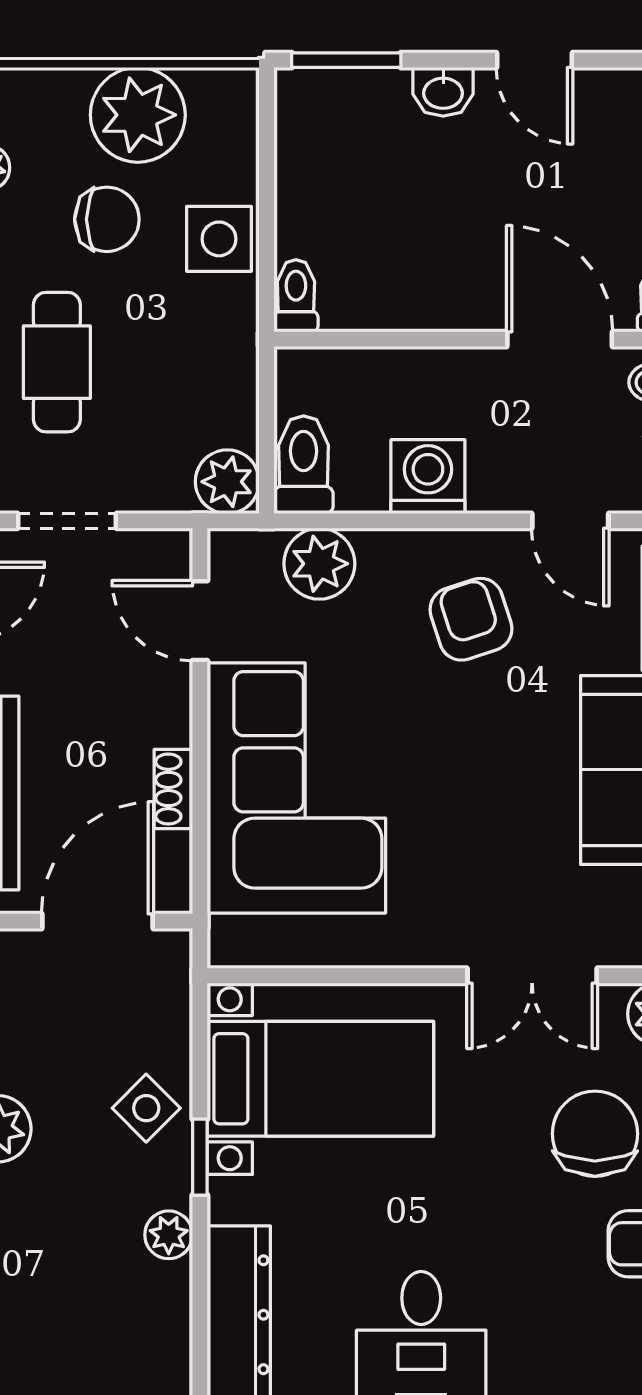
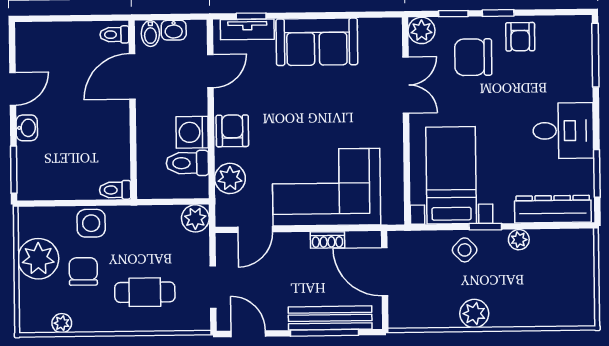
toilet: (304, 465) -> (187, 163), moved
armchair: (471, 619) -> (232, 131), moved, turned 108

